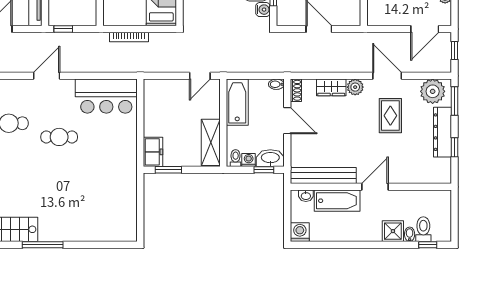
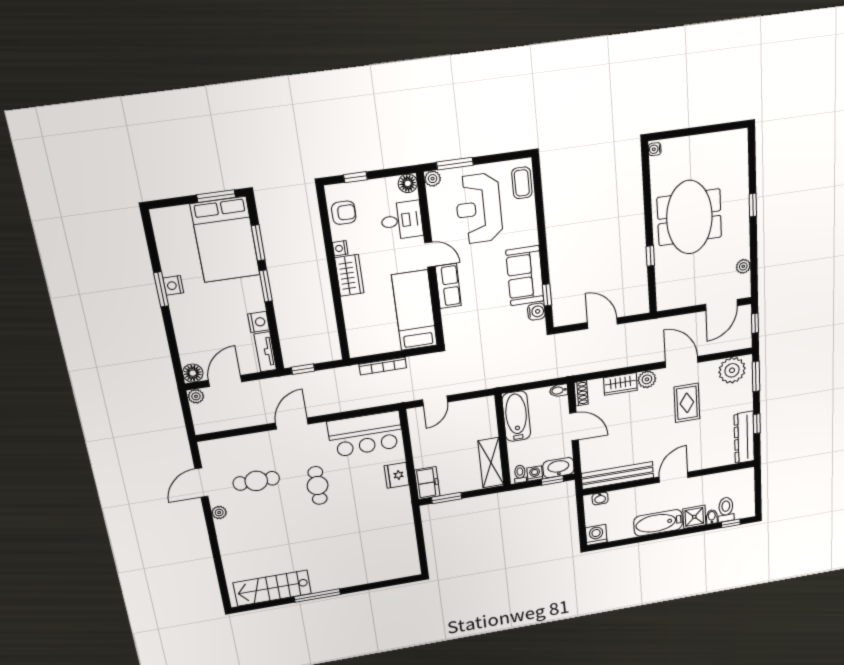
door: (200, 76) -> (435, 401), moved
dresser: (442, 132) -> (744, 437), moved
cafe table: (59, 137) -> (318, 486), turned 90
fridge: (128, 140) -> (397, 475), added
bathtub: (337, 201) -> (658, 523), moved, turned 180

